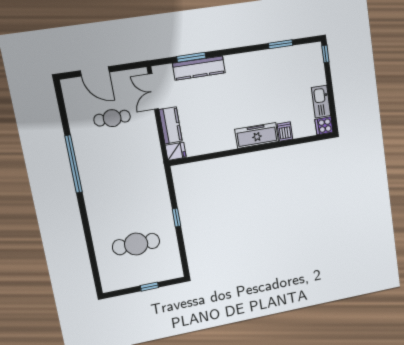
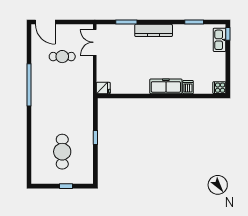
kitchen counter: (199, 68) -> (154, 30), moved
door: (95, 71) -> (45, 22), moved
kitchen sink: (321, 102) -> (220, 40), moved
kitchen counter: (171, 125) -> (103, 69), removed
cafe table: (136, 244) -> (62, 152), turned 90

